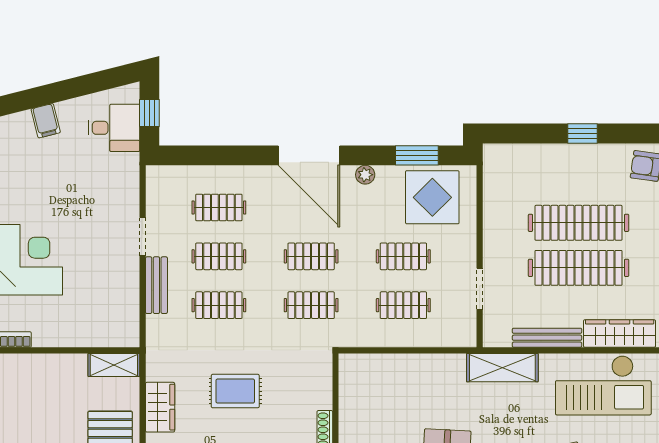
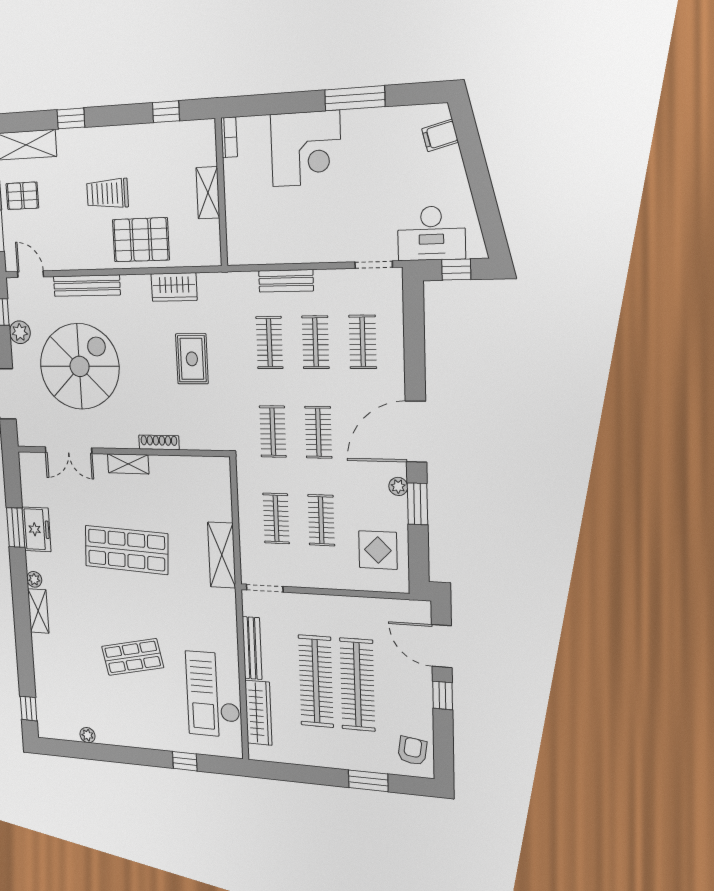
filing cabinet: (46, 121) -> (440, 135), moved
desk: (114, 128) -> (431, 233), width x1.37
door: (530, 134) -> (442, 646), added
window: (417, 155) -> (417, 504), moved
display table: (432, 197) -> (378, 550), width x0.73, depth x0.73
doorway: (143, 237) -> (374, 265), moved
doorway: (480, 289) -> (265, 588), moved
shelving: (114, 365) -> (208, 193), moved
shelving: (502, 368) -> (222, 555), moved

